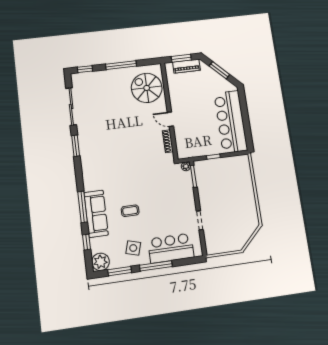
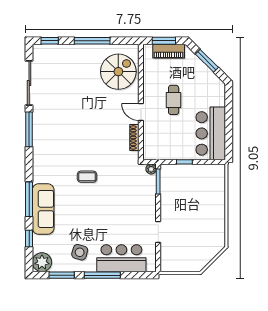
spiral stairs: (147, 88) -> (118, 72), turned 90
cafe table: (197, 106) -> (174, 100), added
bar counter: (231, 122) -> (211, 133), width x0.73
window: (76, 146) -> (29, 129), width x1.44
coffee table: (130, 211) -> (87, 177), moved

